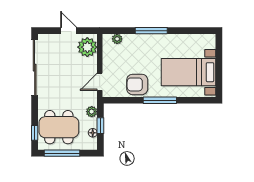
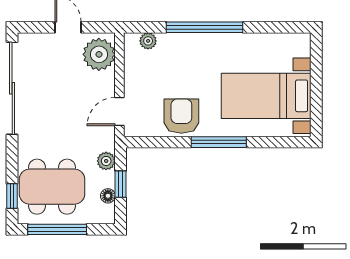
window: (151, 31) -> (205, 27), width x1.46
armchair: (137, 84) -> (181, 116), turned 90

